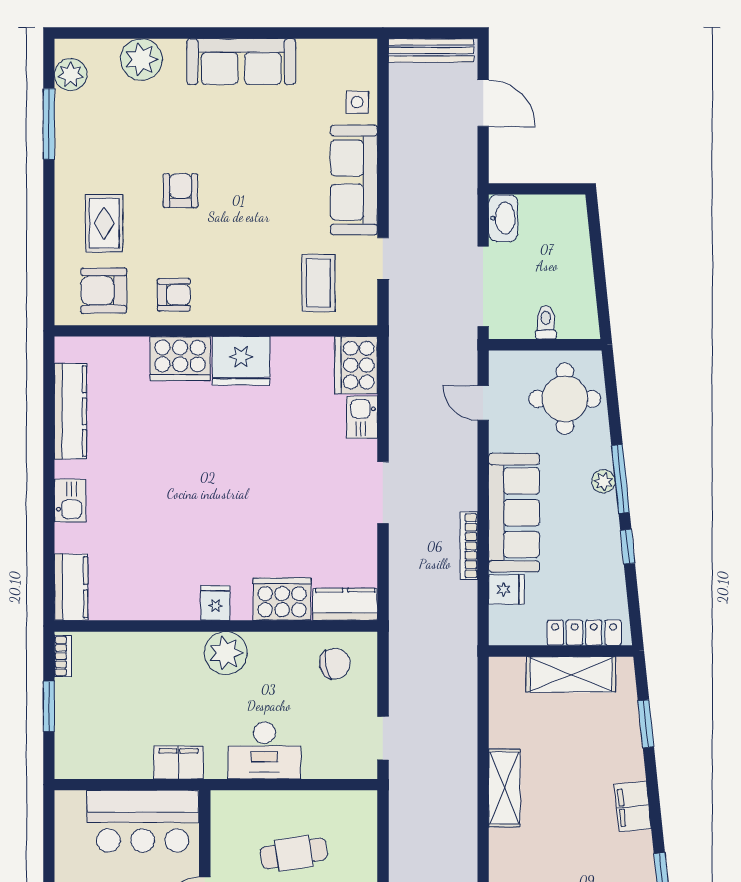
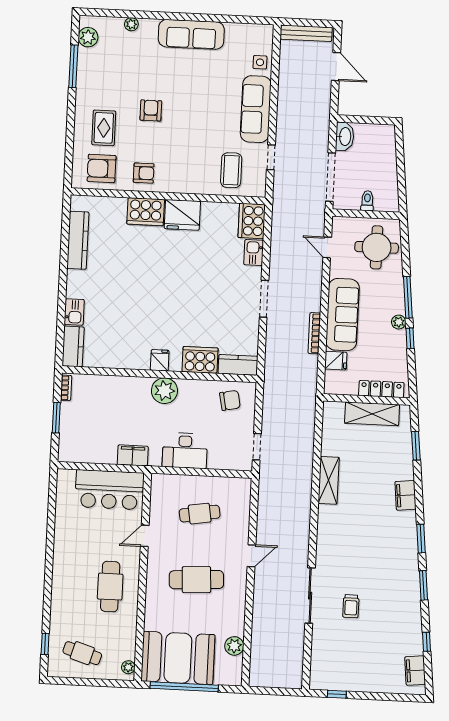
plant: (141, 59) -> (131, 24), width x0.53, depth x0.53
plant: (603, 481) -> (399, 322), moved
kitchen sink: (70, 501) -> (74, 312), moved

